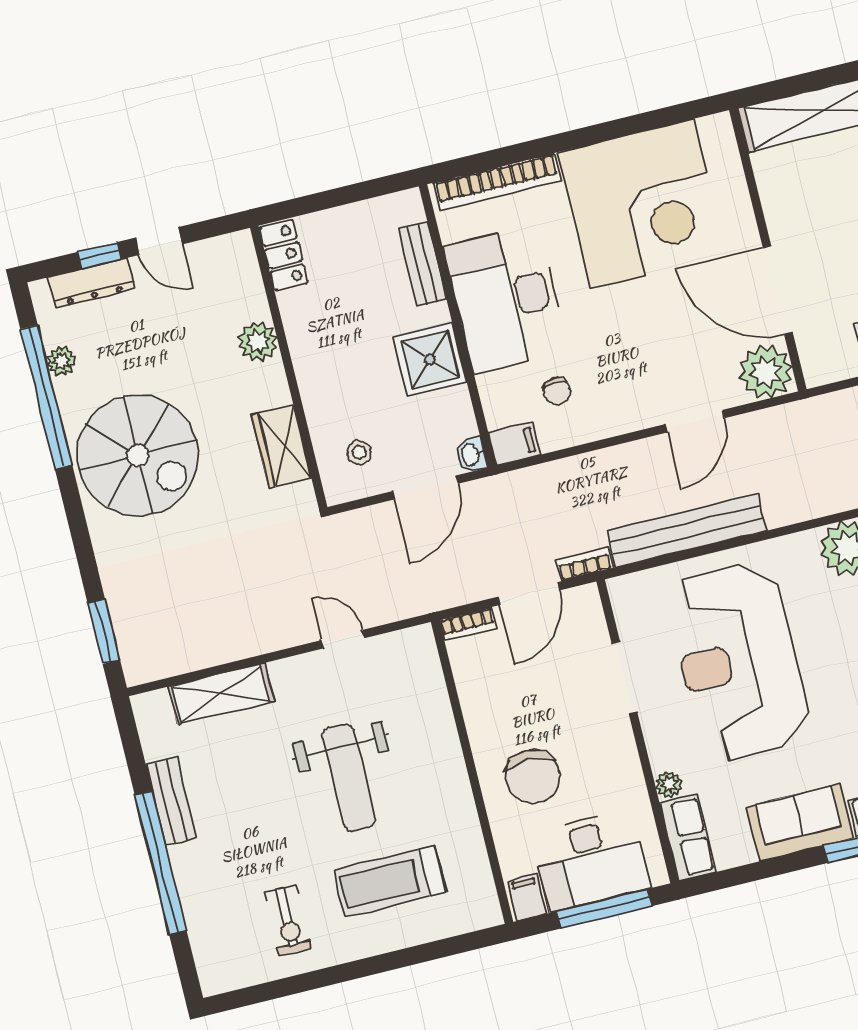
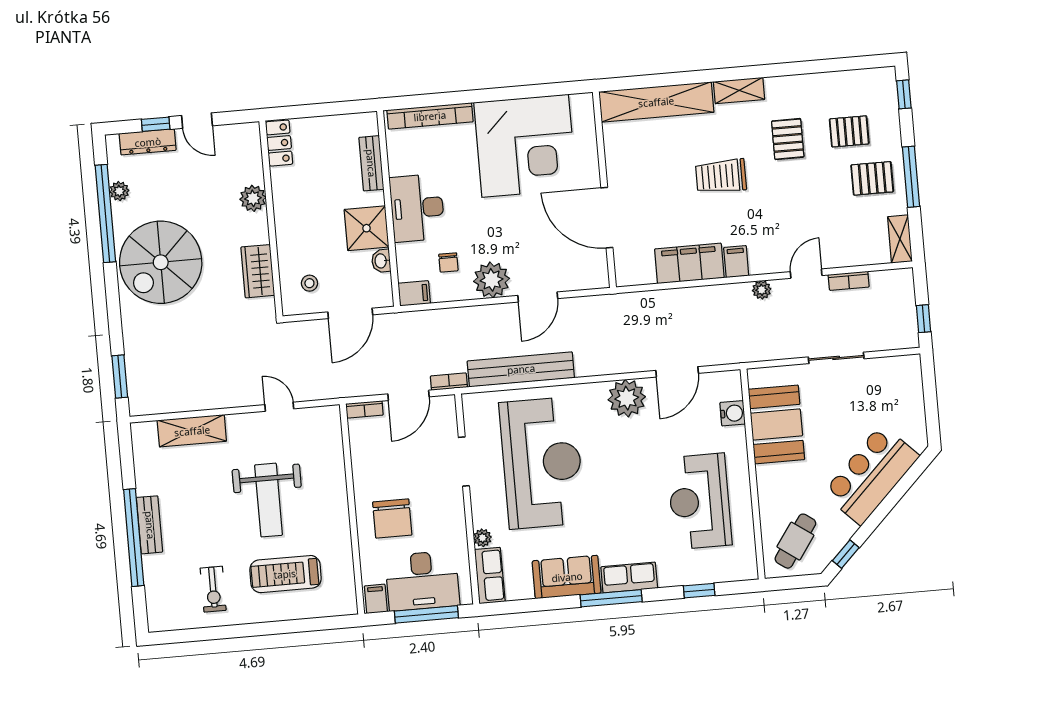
desk: (506, 299) -> (417, 208), width x0.73, depth x0.77
plant: (766, 372) -> (492, 280), moved
washbasin: (471, 455) -> (381, 261), moved
spiral stairs: (138, 456) -> (161, 262), turned 90
reception desk: (738, 662) -> (542, 463), turned 180
bench: (171, 801) -> (150, 525), moved

